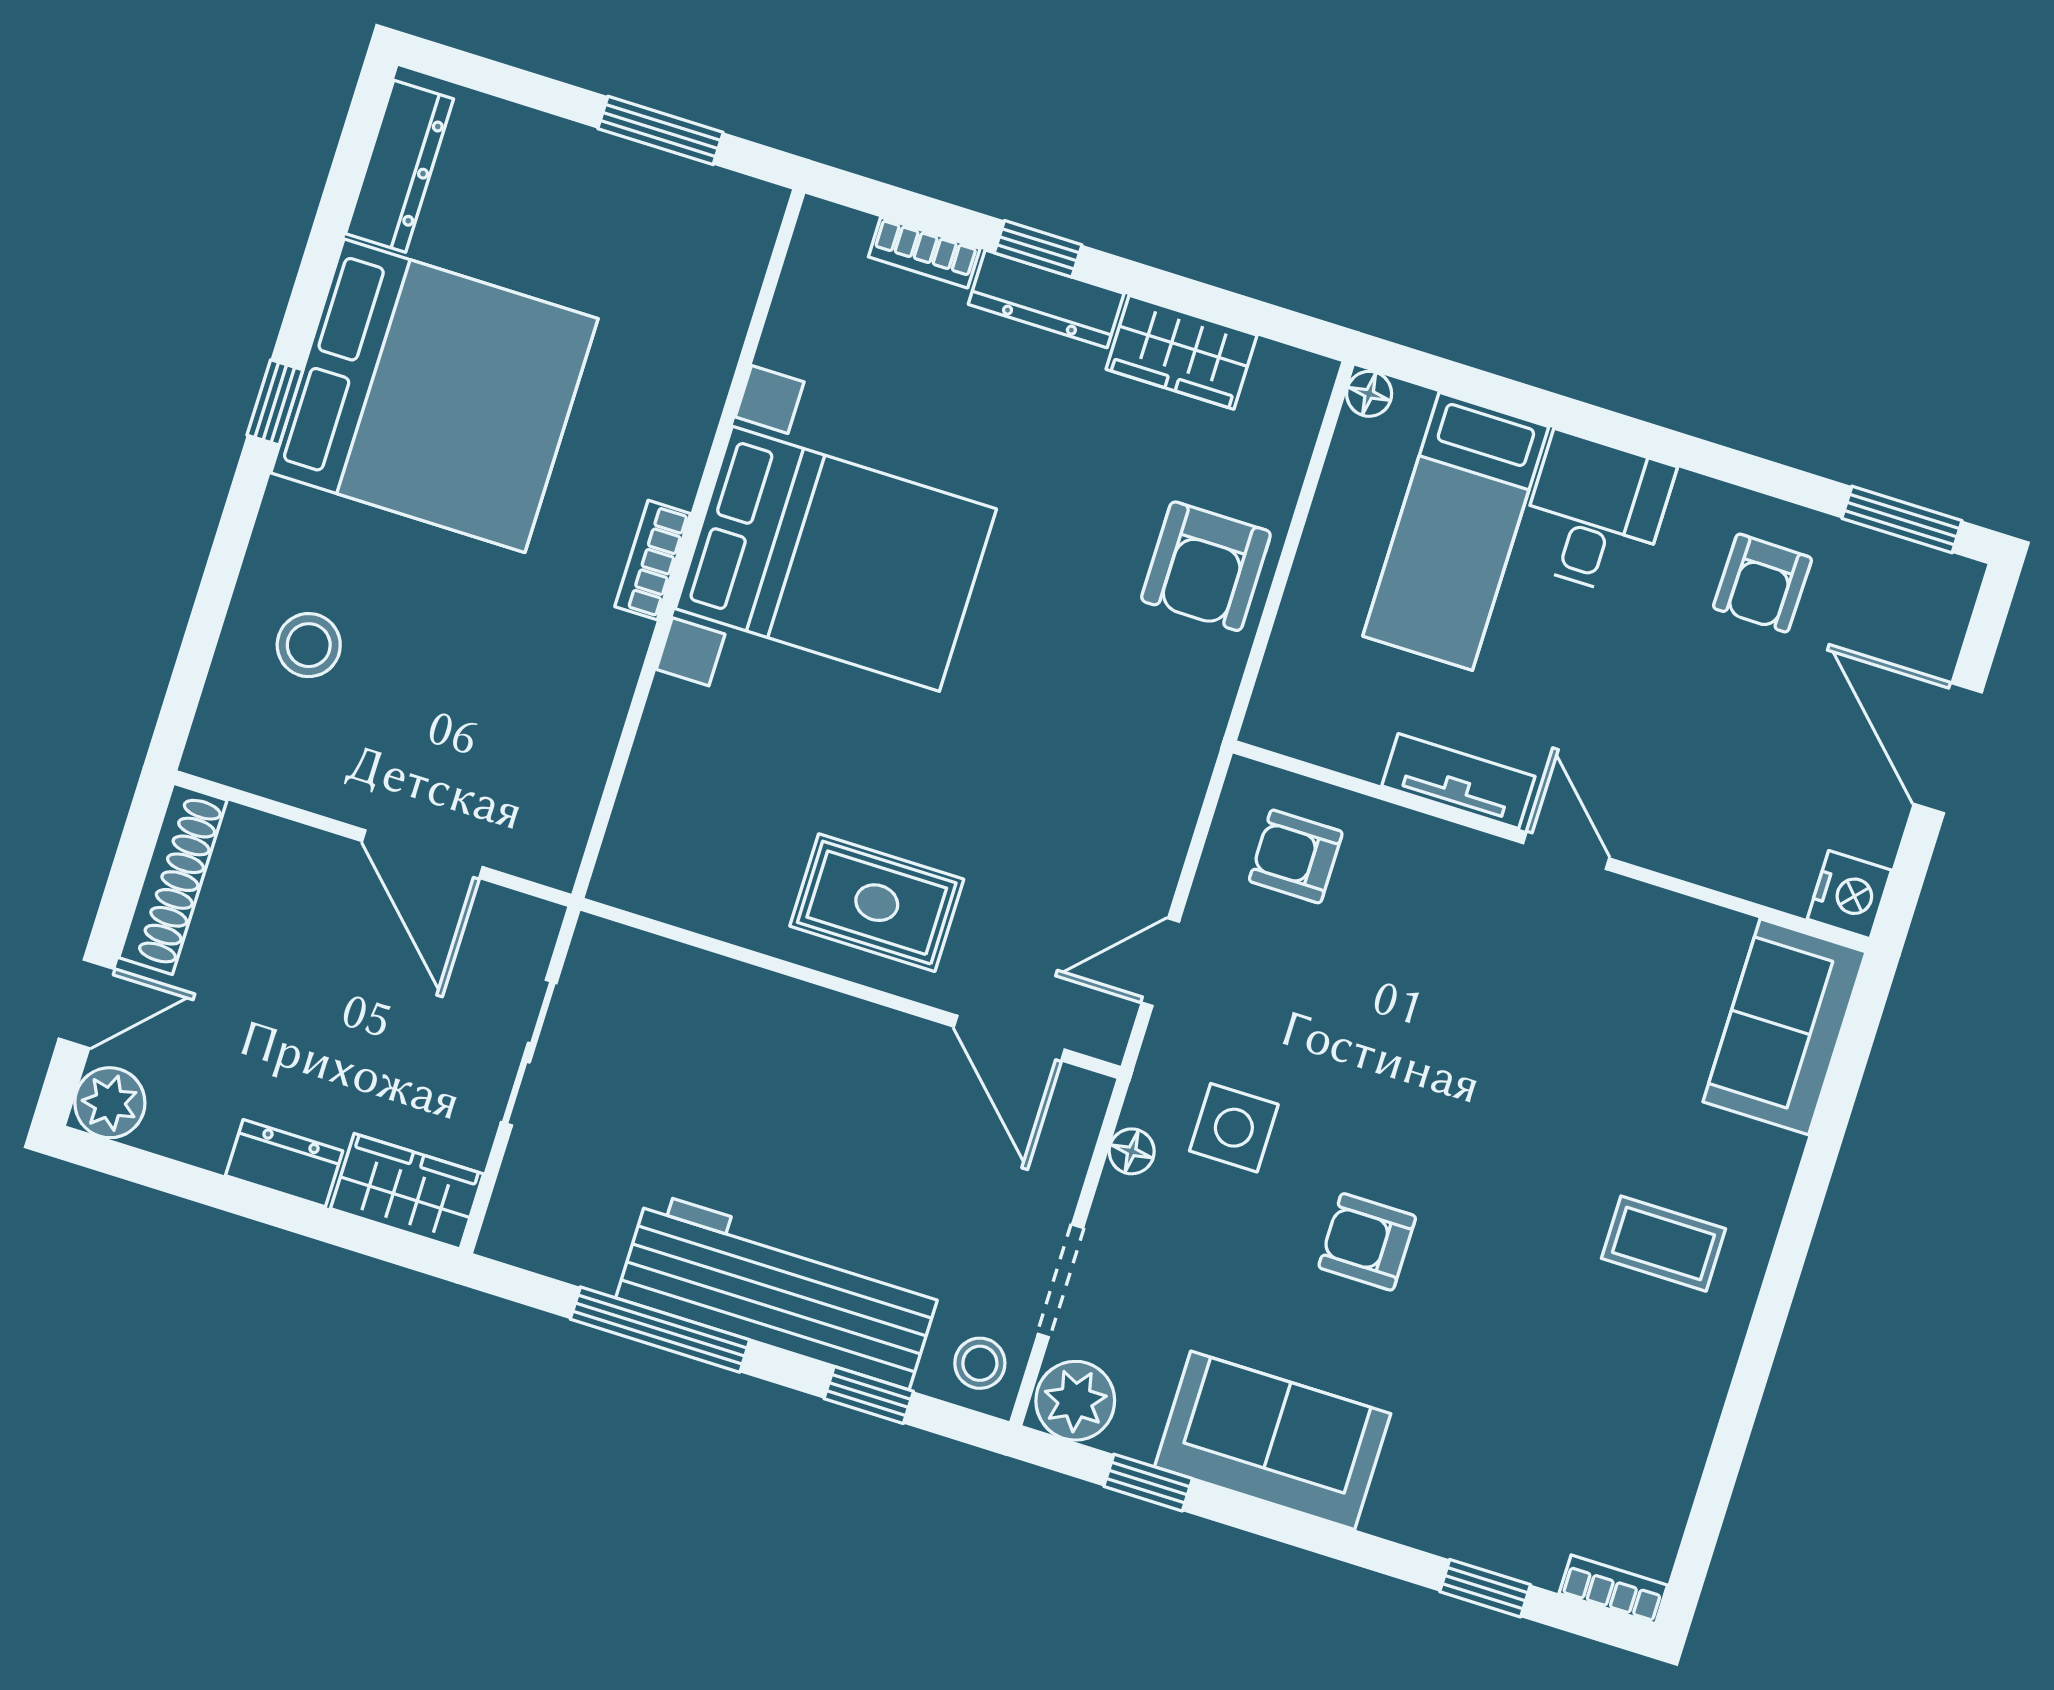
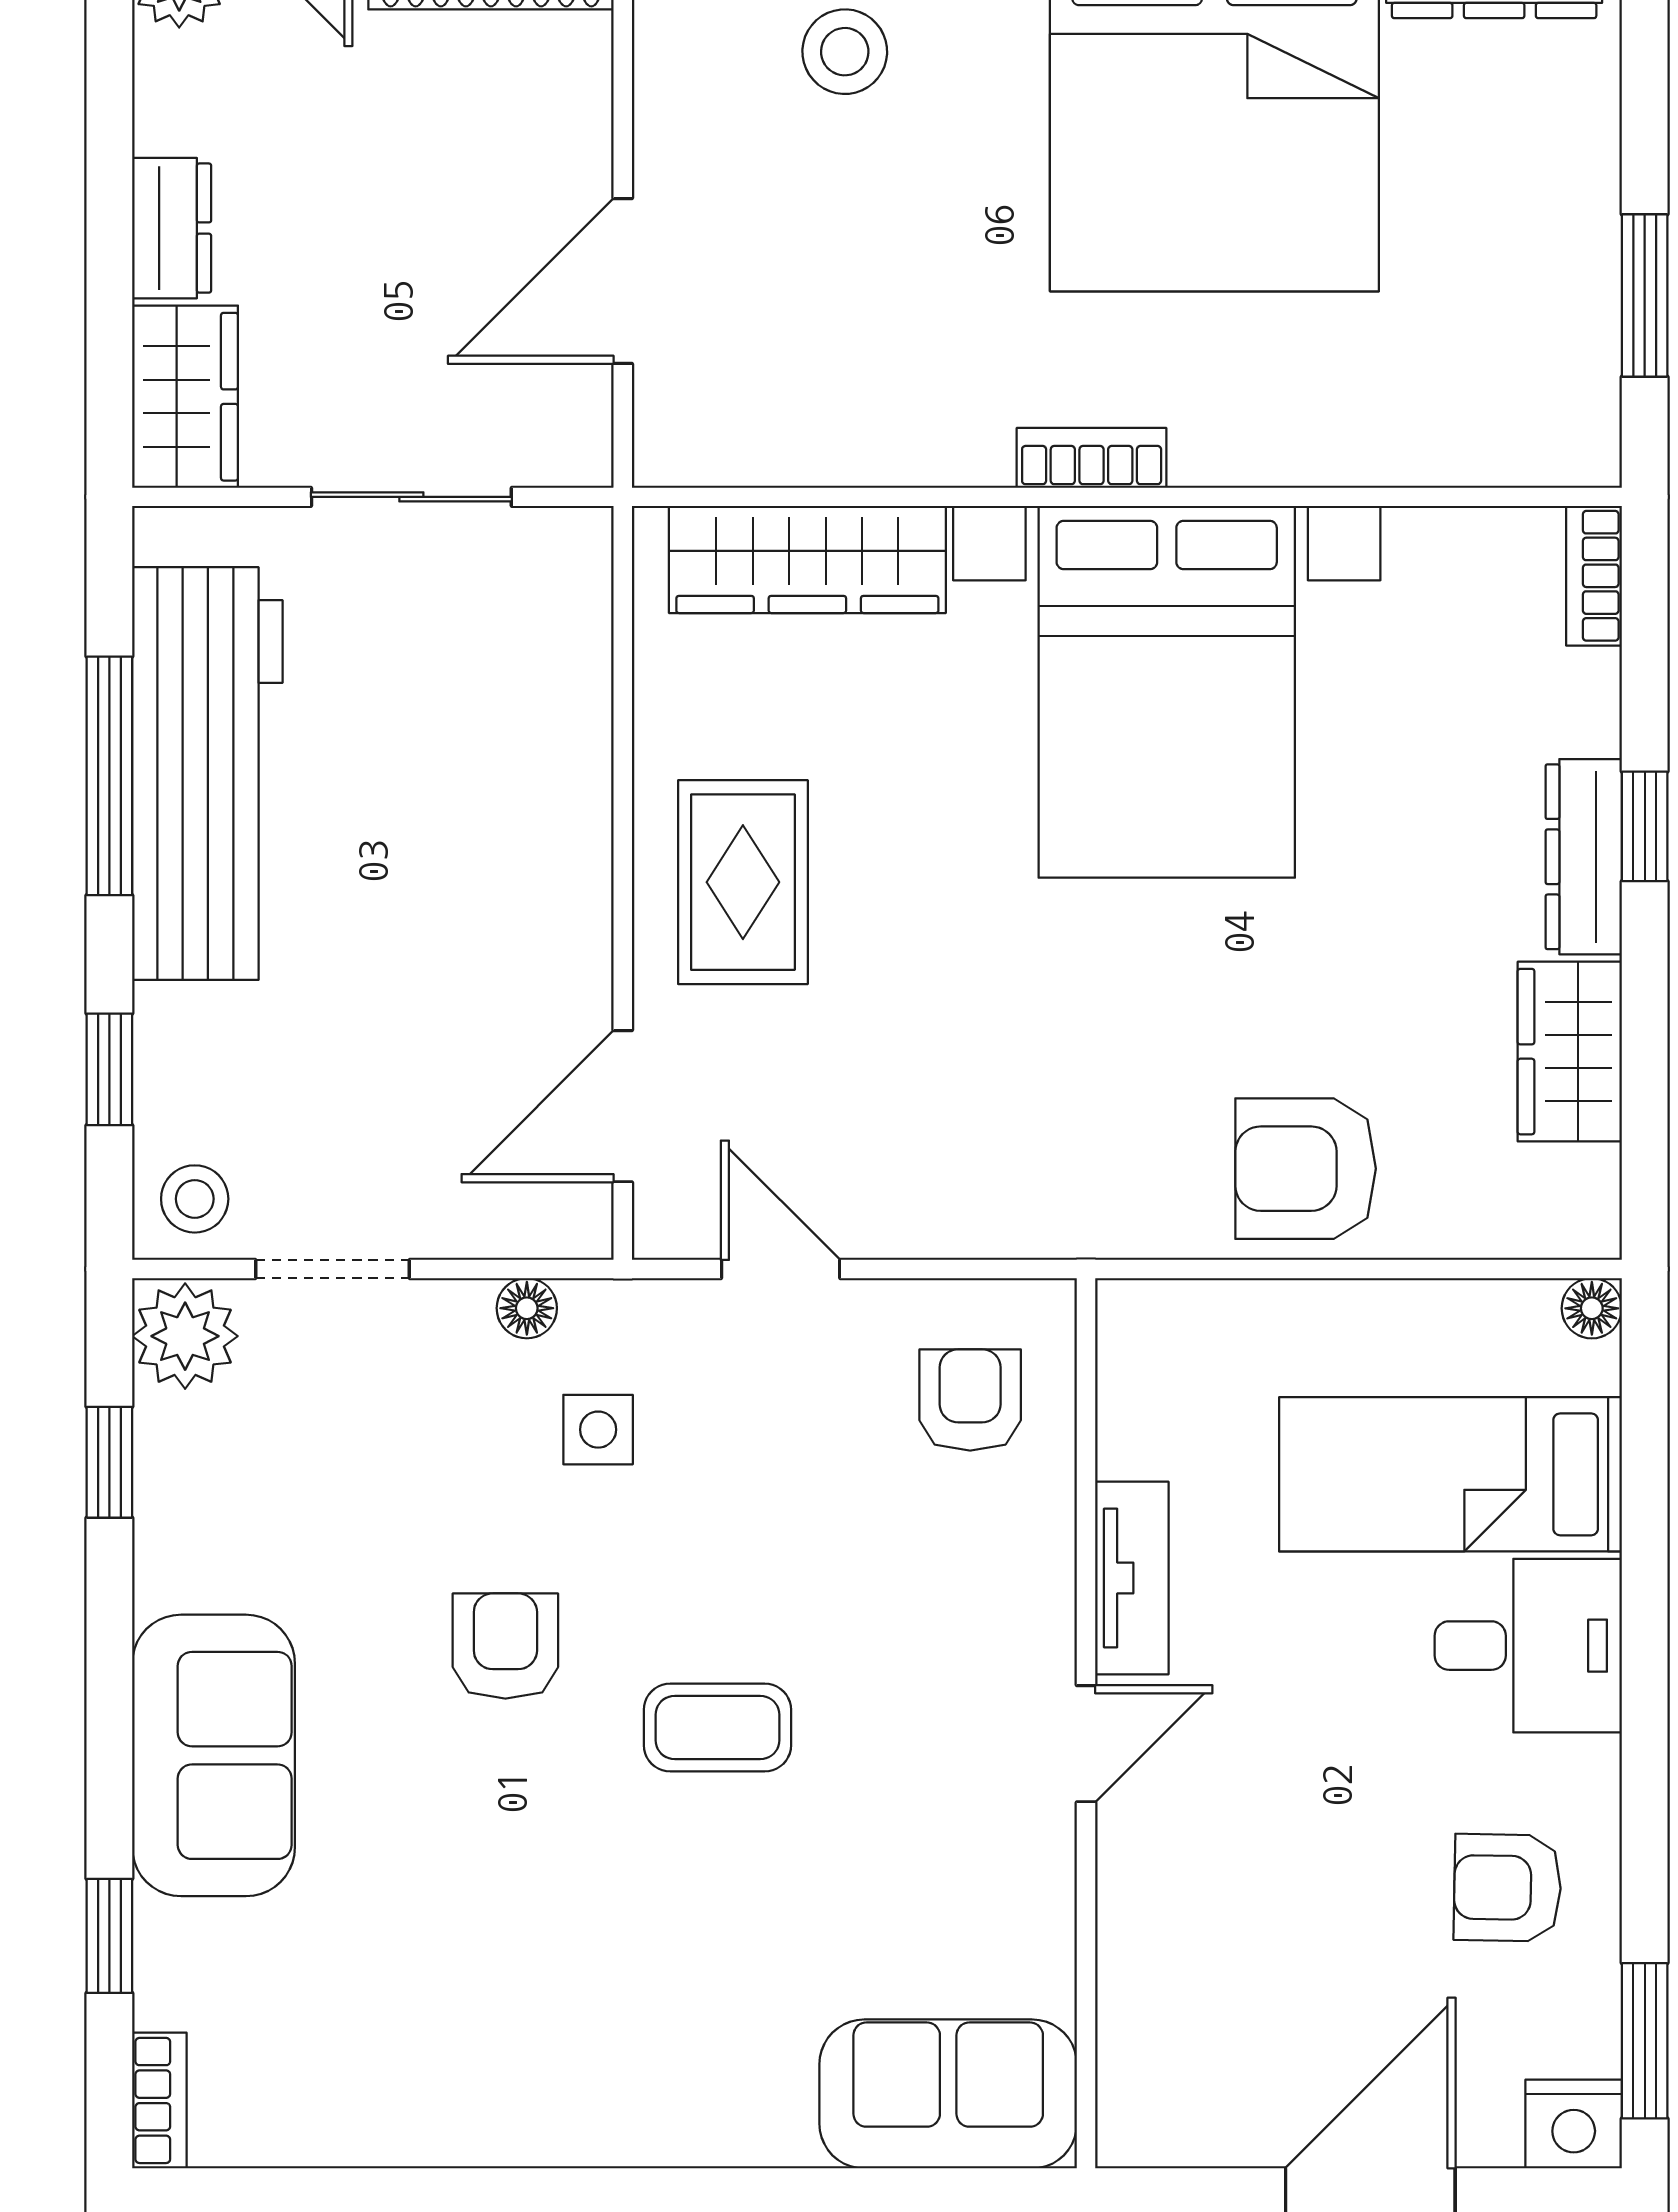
bookcase: (924, 253) -> (1594, 576), moved
wardrobe: (662, 785) -> (807, 559), added
nightstand: (1849, 895) -> (1574, 2124), moved
side table: (1234, 1128) -> (598, 1430), width x0.73, depth x0.73
coffee table: (1663, 1244) -> (717, 1728), moved, turned 90
workbench: (779, 1290) -> (207, 774), moved
sofa: (1273, 1440) -> (214, 1755), moved

